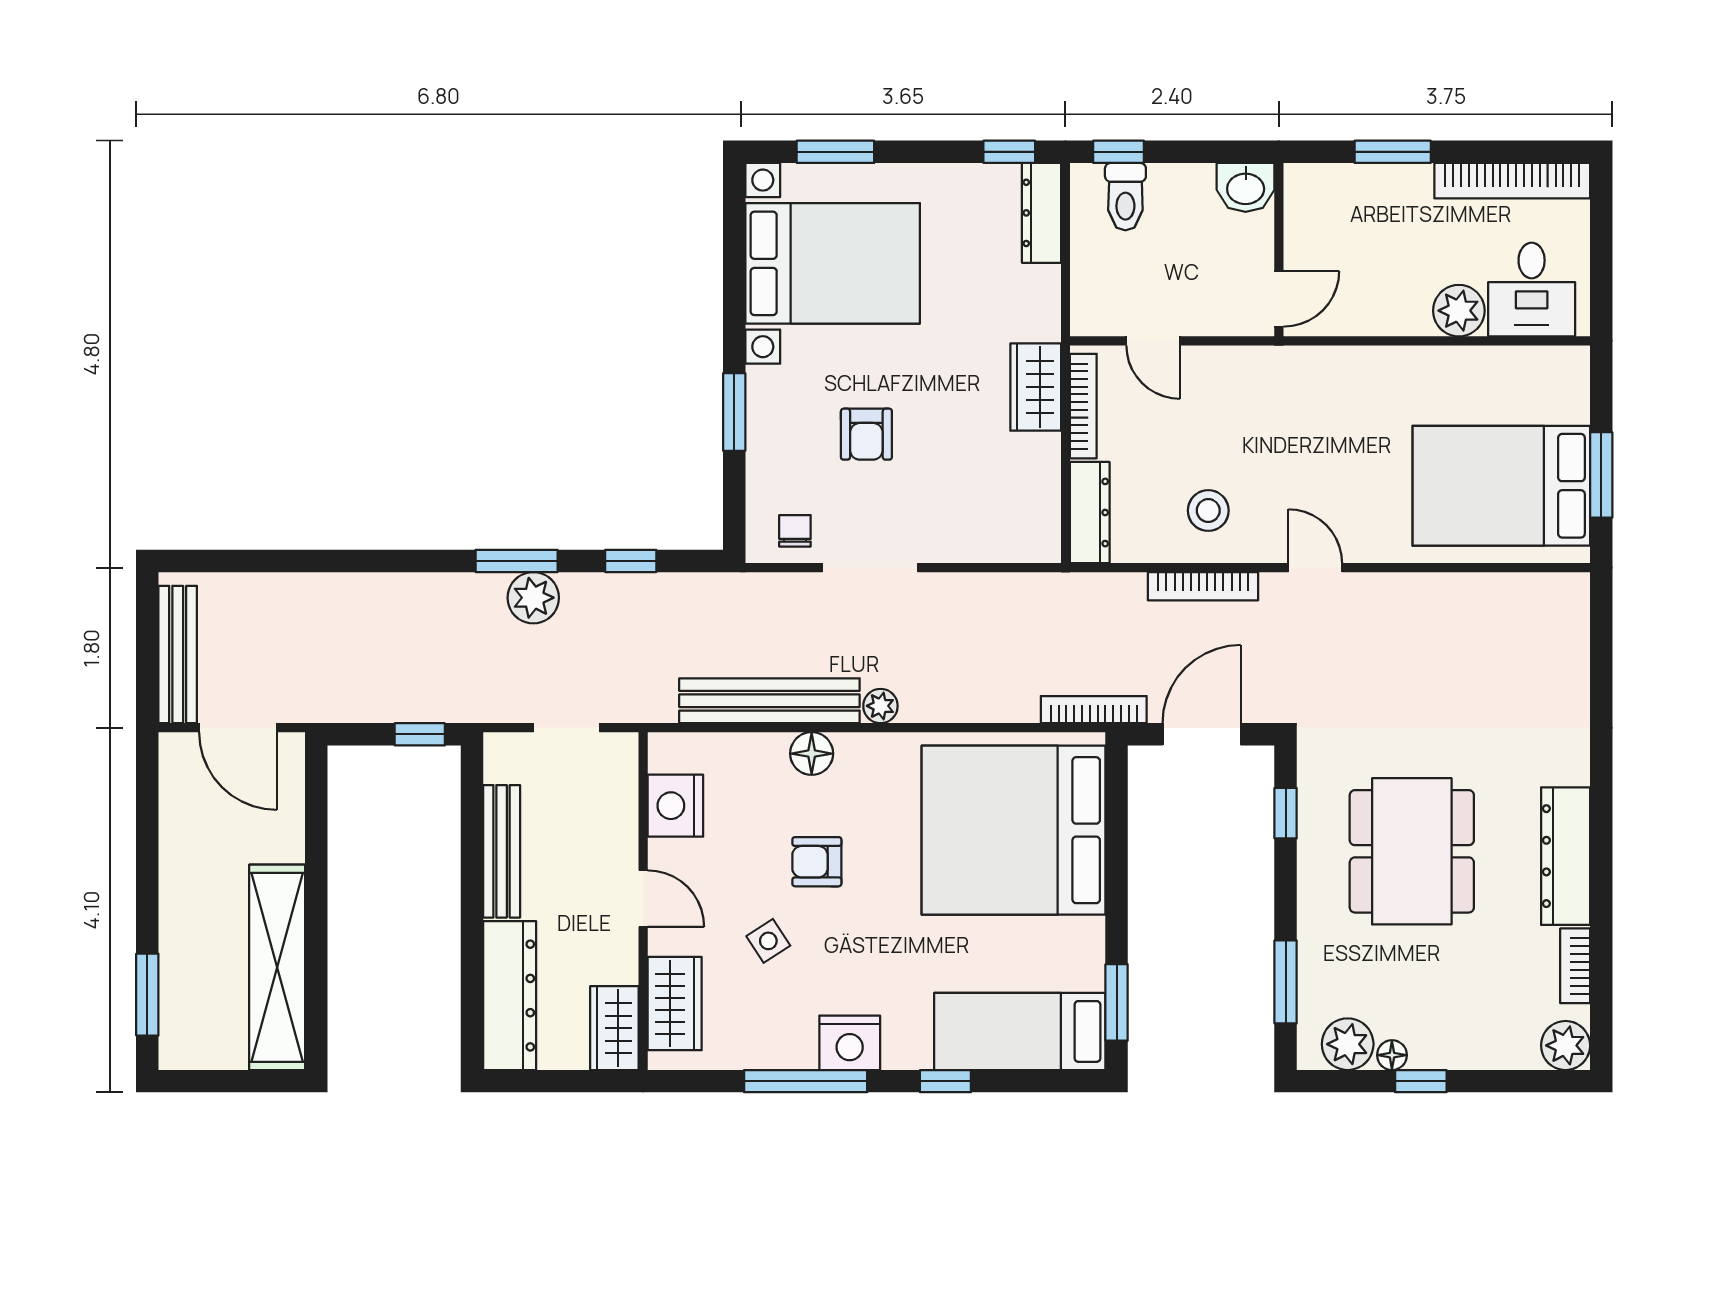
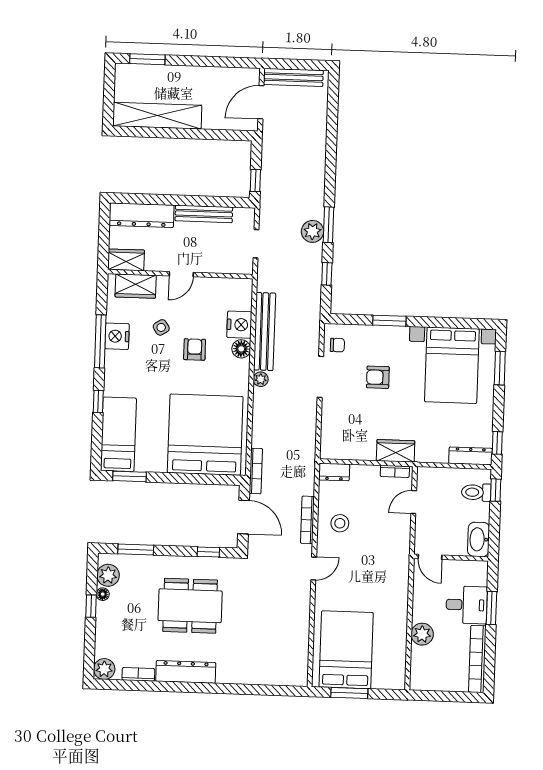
washbasin: (1246, 187) -> (479, 539), width x1.38
desk: (1532, 290) -> (467, 605), moved, turned 180
bookcase: (1083, 406) -> (395, 471), width x0.64
dresser: (1090, 513) -> (334, 472), width x0.70
nightstand: (675, 806) -> (239, 325), moved, turned 90
nightstand: (850, 1043) -> (117, 336), moved

